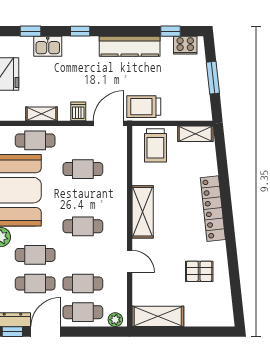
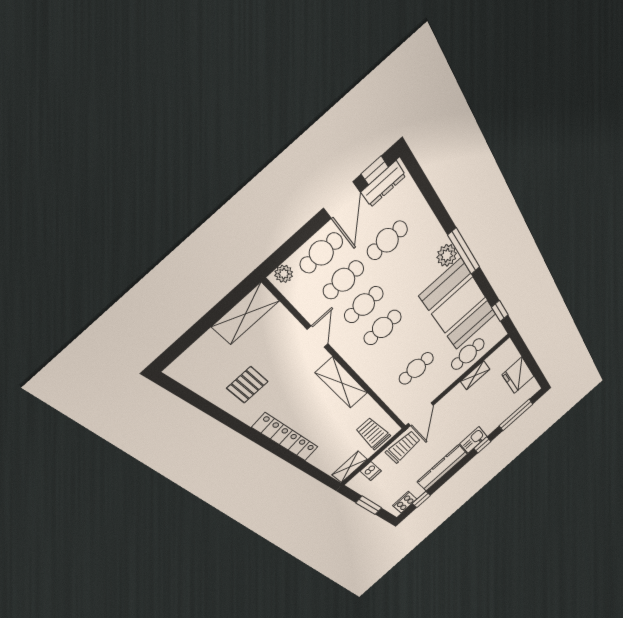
window: (31, 31) -> (516, 415), width x2.17
kitchen sink: (48, 46) -> (474, 440), moved
dishwasher: (78, 111) -> (371, 471), moved
cafe table: (35, 255) -> (364, 305), moved
door: (130, 261) -> (318, 337), swing flipped

